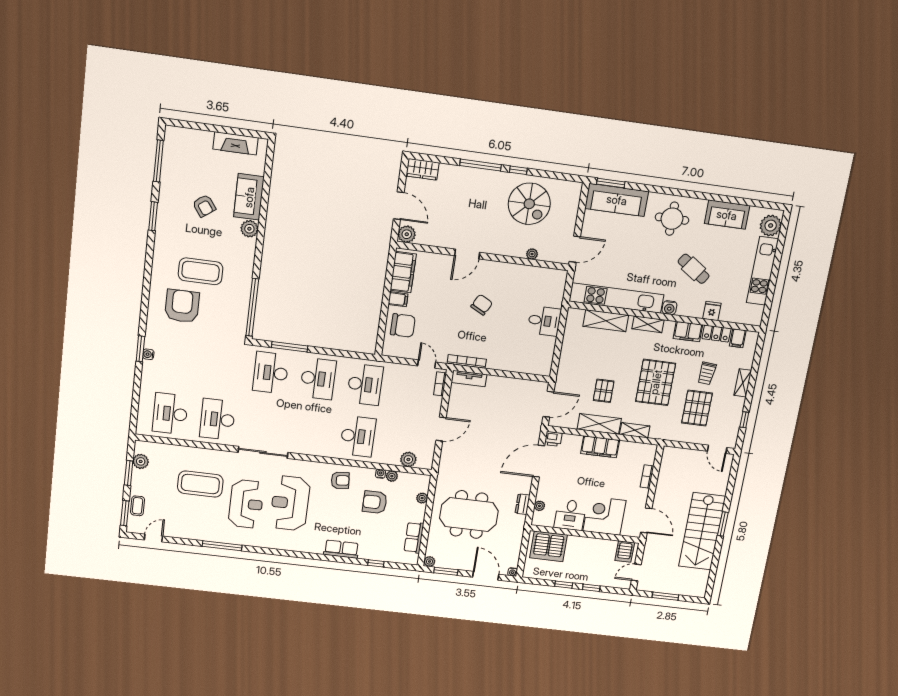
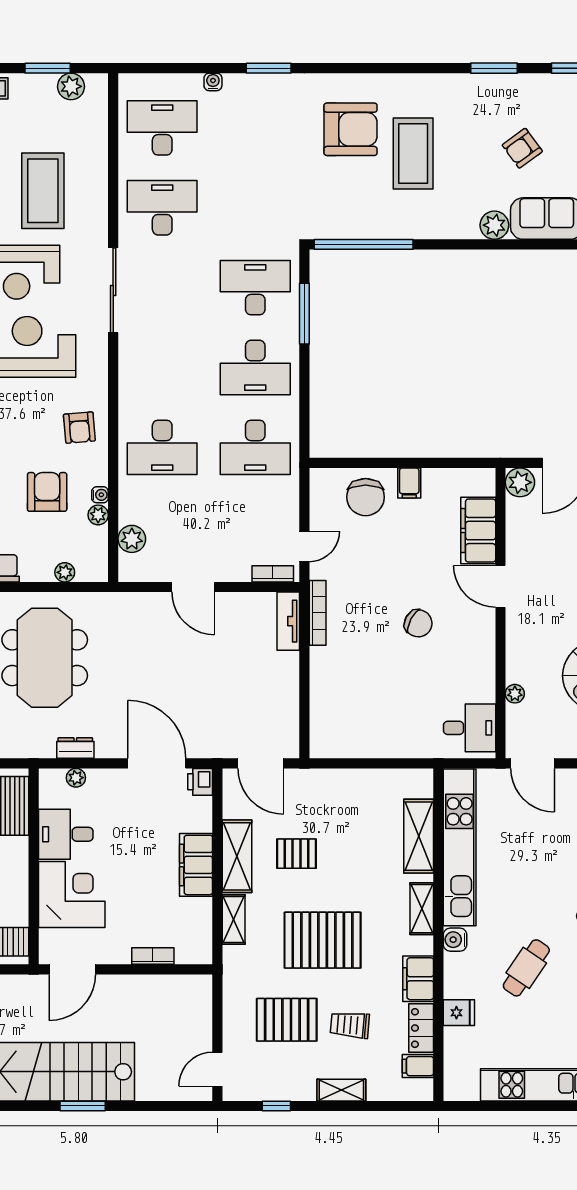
filing cabinet: (403, 272) -> (478, 531), moved, turned 90
desk: (544, 321) -> (470, 728), moved, turned -90
water cooler: (148, 354) -> (213, 82), moved

